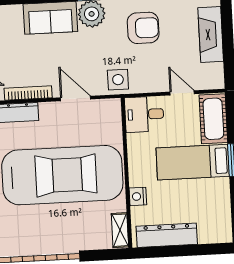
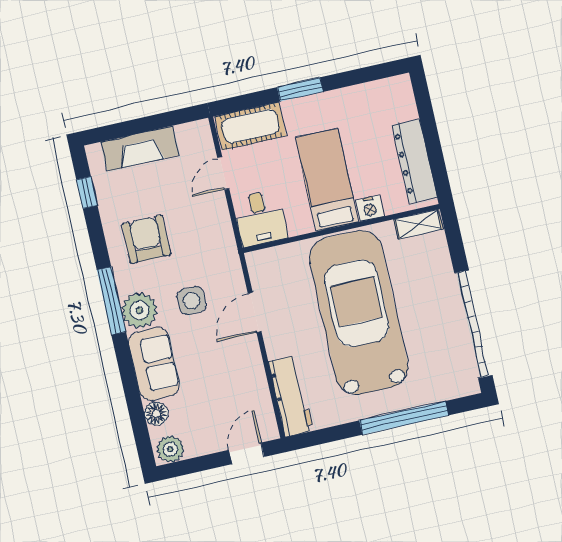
floor lamp: (13, 13) -> (156, 414), added
side table: (118, 80) -> (192, 301), moved
bookcase: (28, 93) -> (258, 376), removed
bed: (193, 162) -> (327, 180), moved, turned 180

